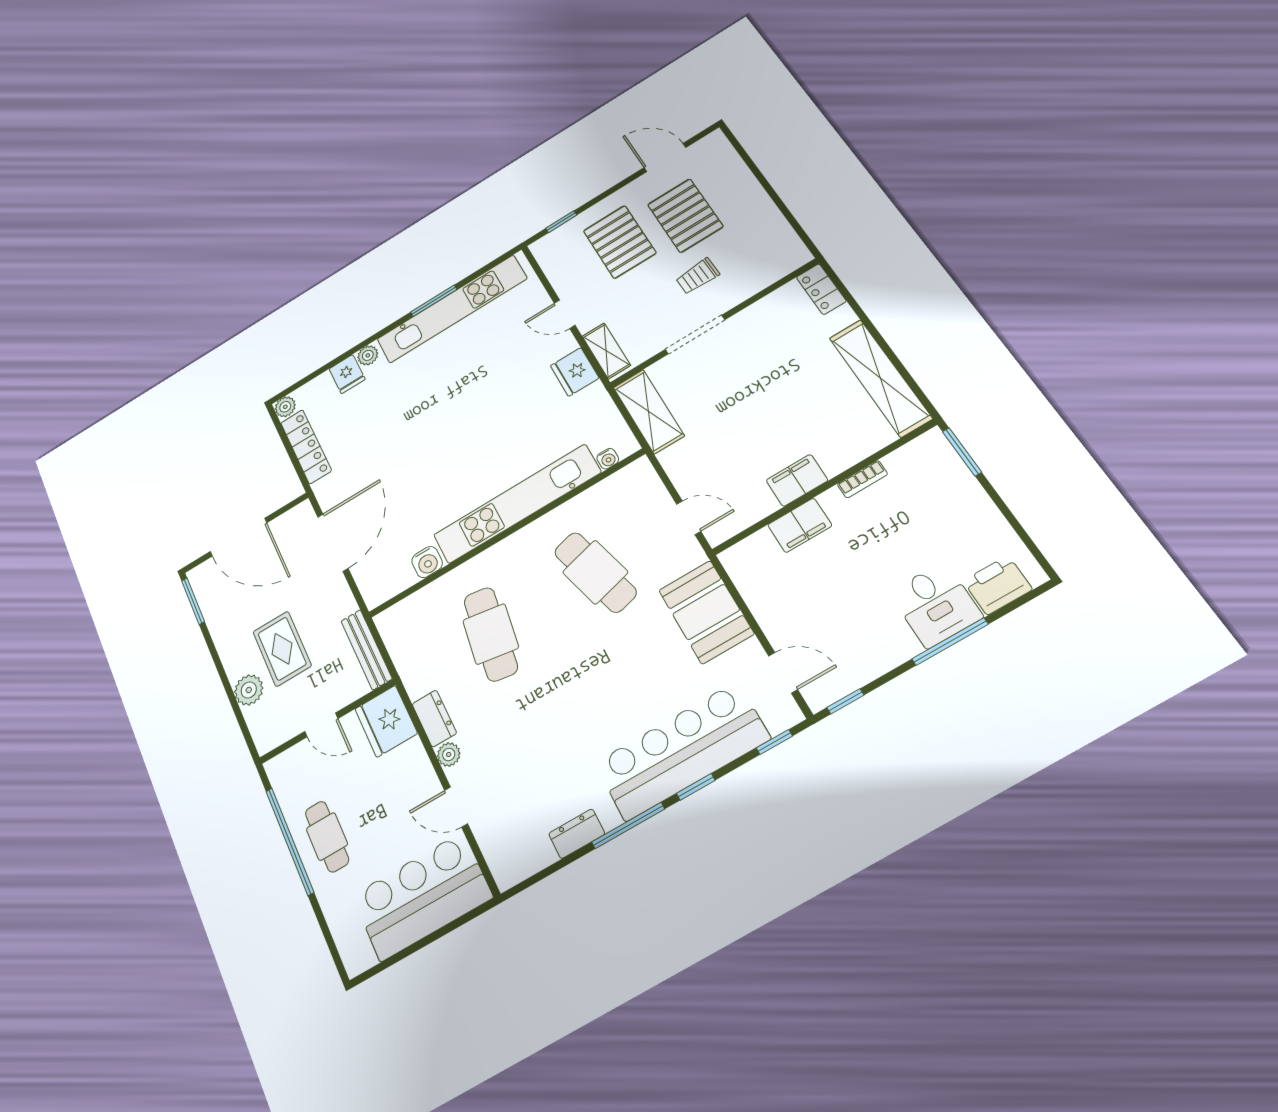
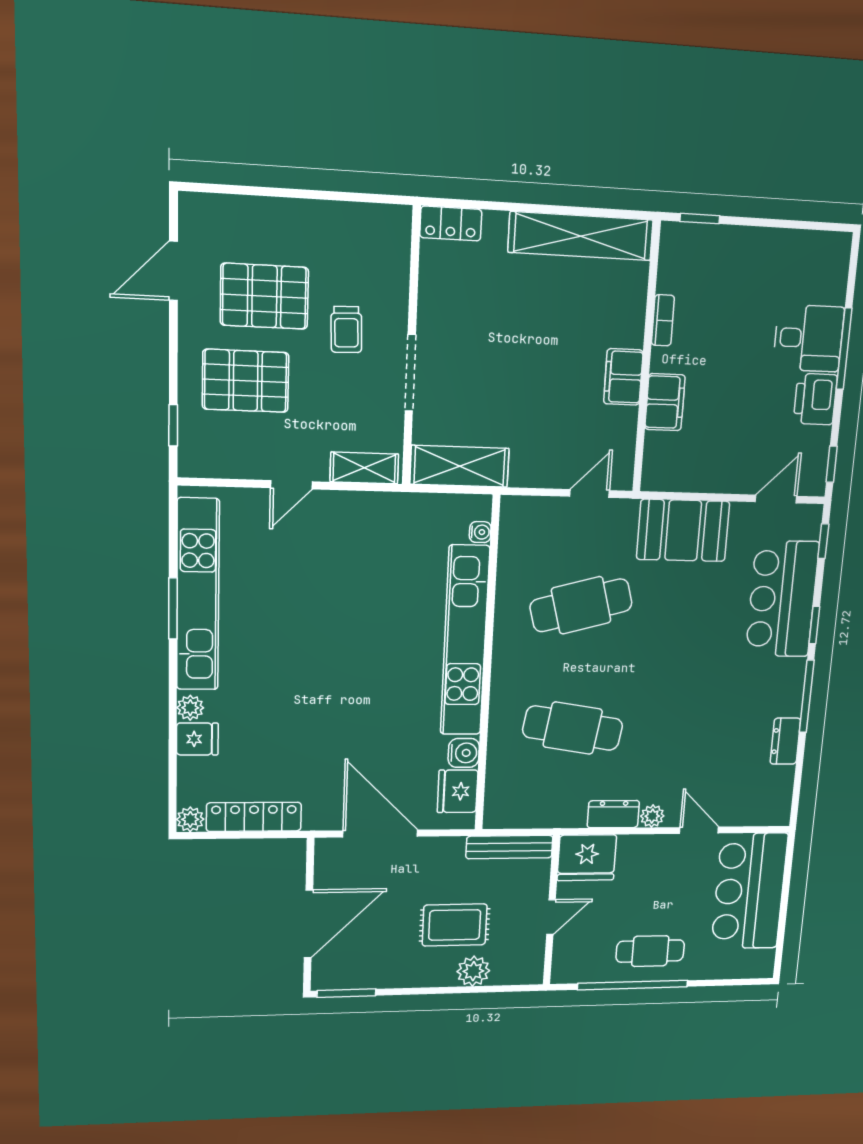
fridge: (575, 372) -> (458, 791), moved, turned 90
window: (962, 452) -> (700, 219), width x0.67
printer: (998, 585) -> (815, 399), moved
bar counter: (682, 751) -> (782, 599), width x0.73
door: (456, 807) -> (699, 830), swing flipped

